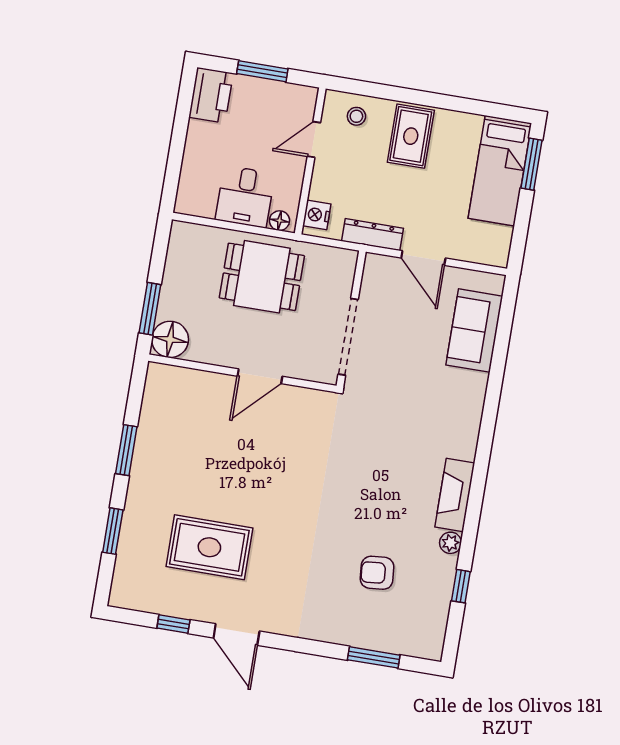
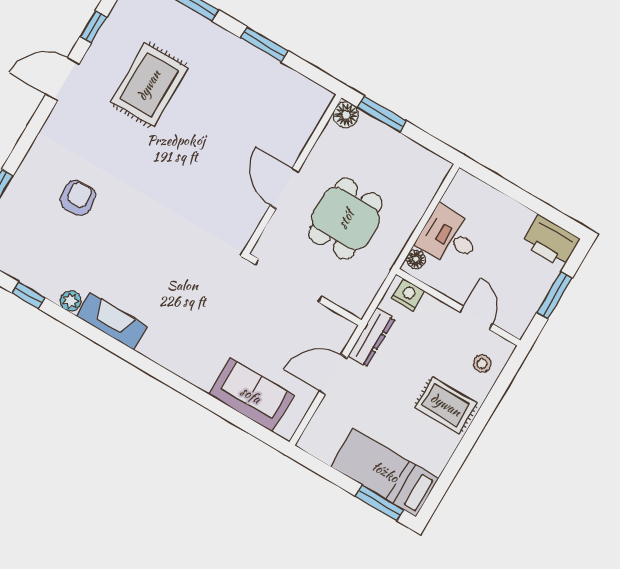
dining table: (262, 277) -> (346, 219), moved
floor lamp: (170, 339) -> (346, 115), width x0.73, depth x0.73
armchair: (377, 573) -> (78, 198), moved

